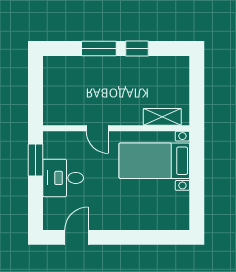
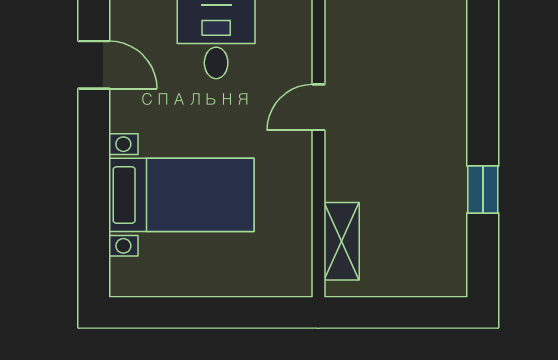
window: (99, 48) -> (483, 111), removed
bed with nightstands: (154, 161) -> (181, 195), moved, turned 90

